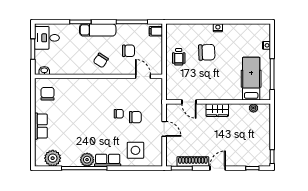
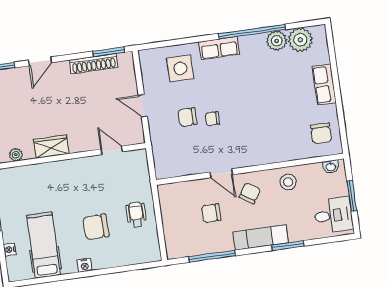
filing cabinet: (156, 31) -> (175, 247), removed
stool: (74, 64) -> (288, 182), added
door: (143, 76) -> (221, 173), moved
hospital bed: (251, 79) -> (44, 245), moved, turned 180
wardrobe: (217, 110) -> (51, 147), moved
plant: (87, 160) -> (277, 41), moved
door: (218, 168) -> (40, 61), moved

